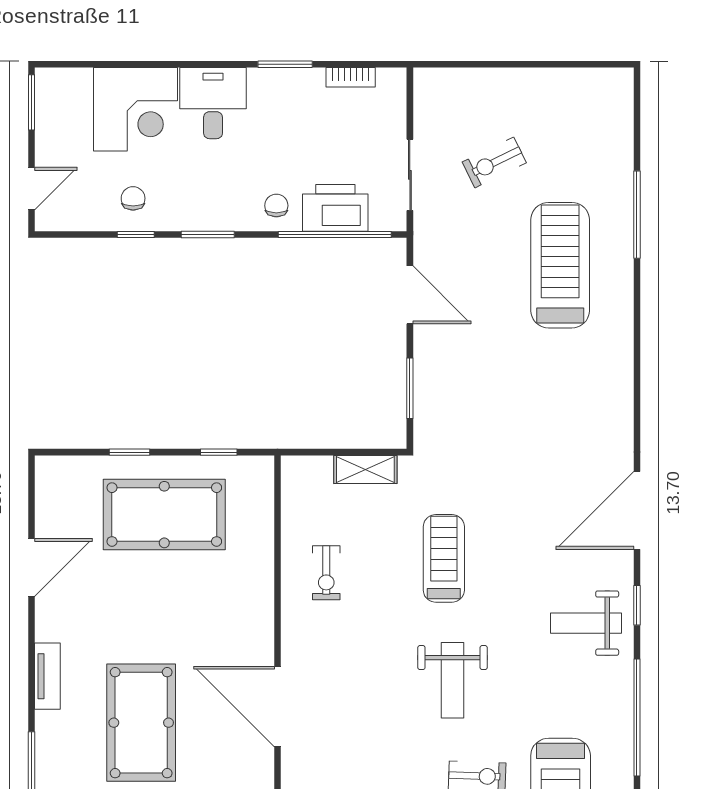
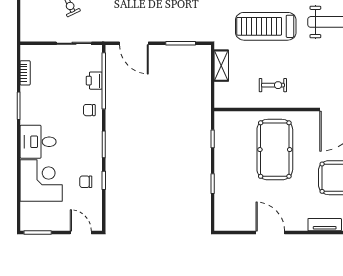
printer: (335, 208) -> (94, 81), width x0.53, depth x0.68
door: (410, 295) -> (134, 43), swing flipped
pool table: (164, 515) -> (275, 150), moved
treadmill: (444, 558) -> (266, 26), width x1.37, depth x1.38

